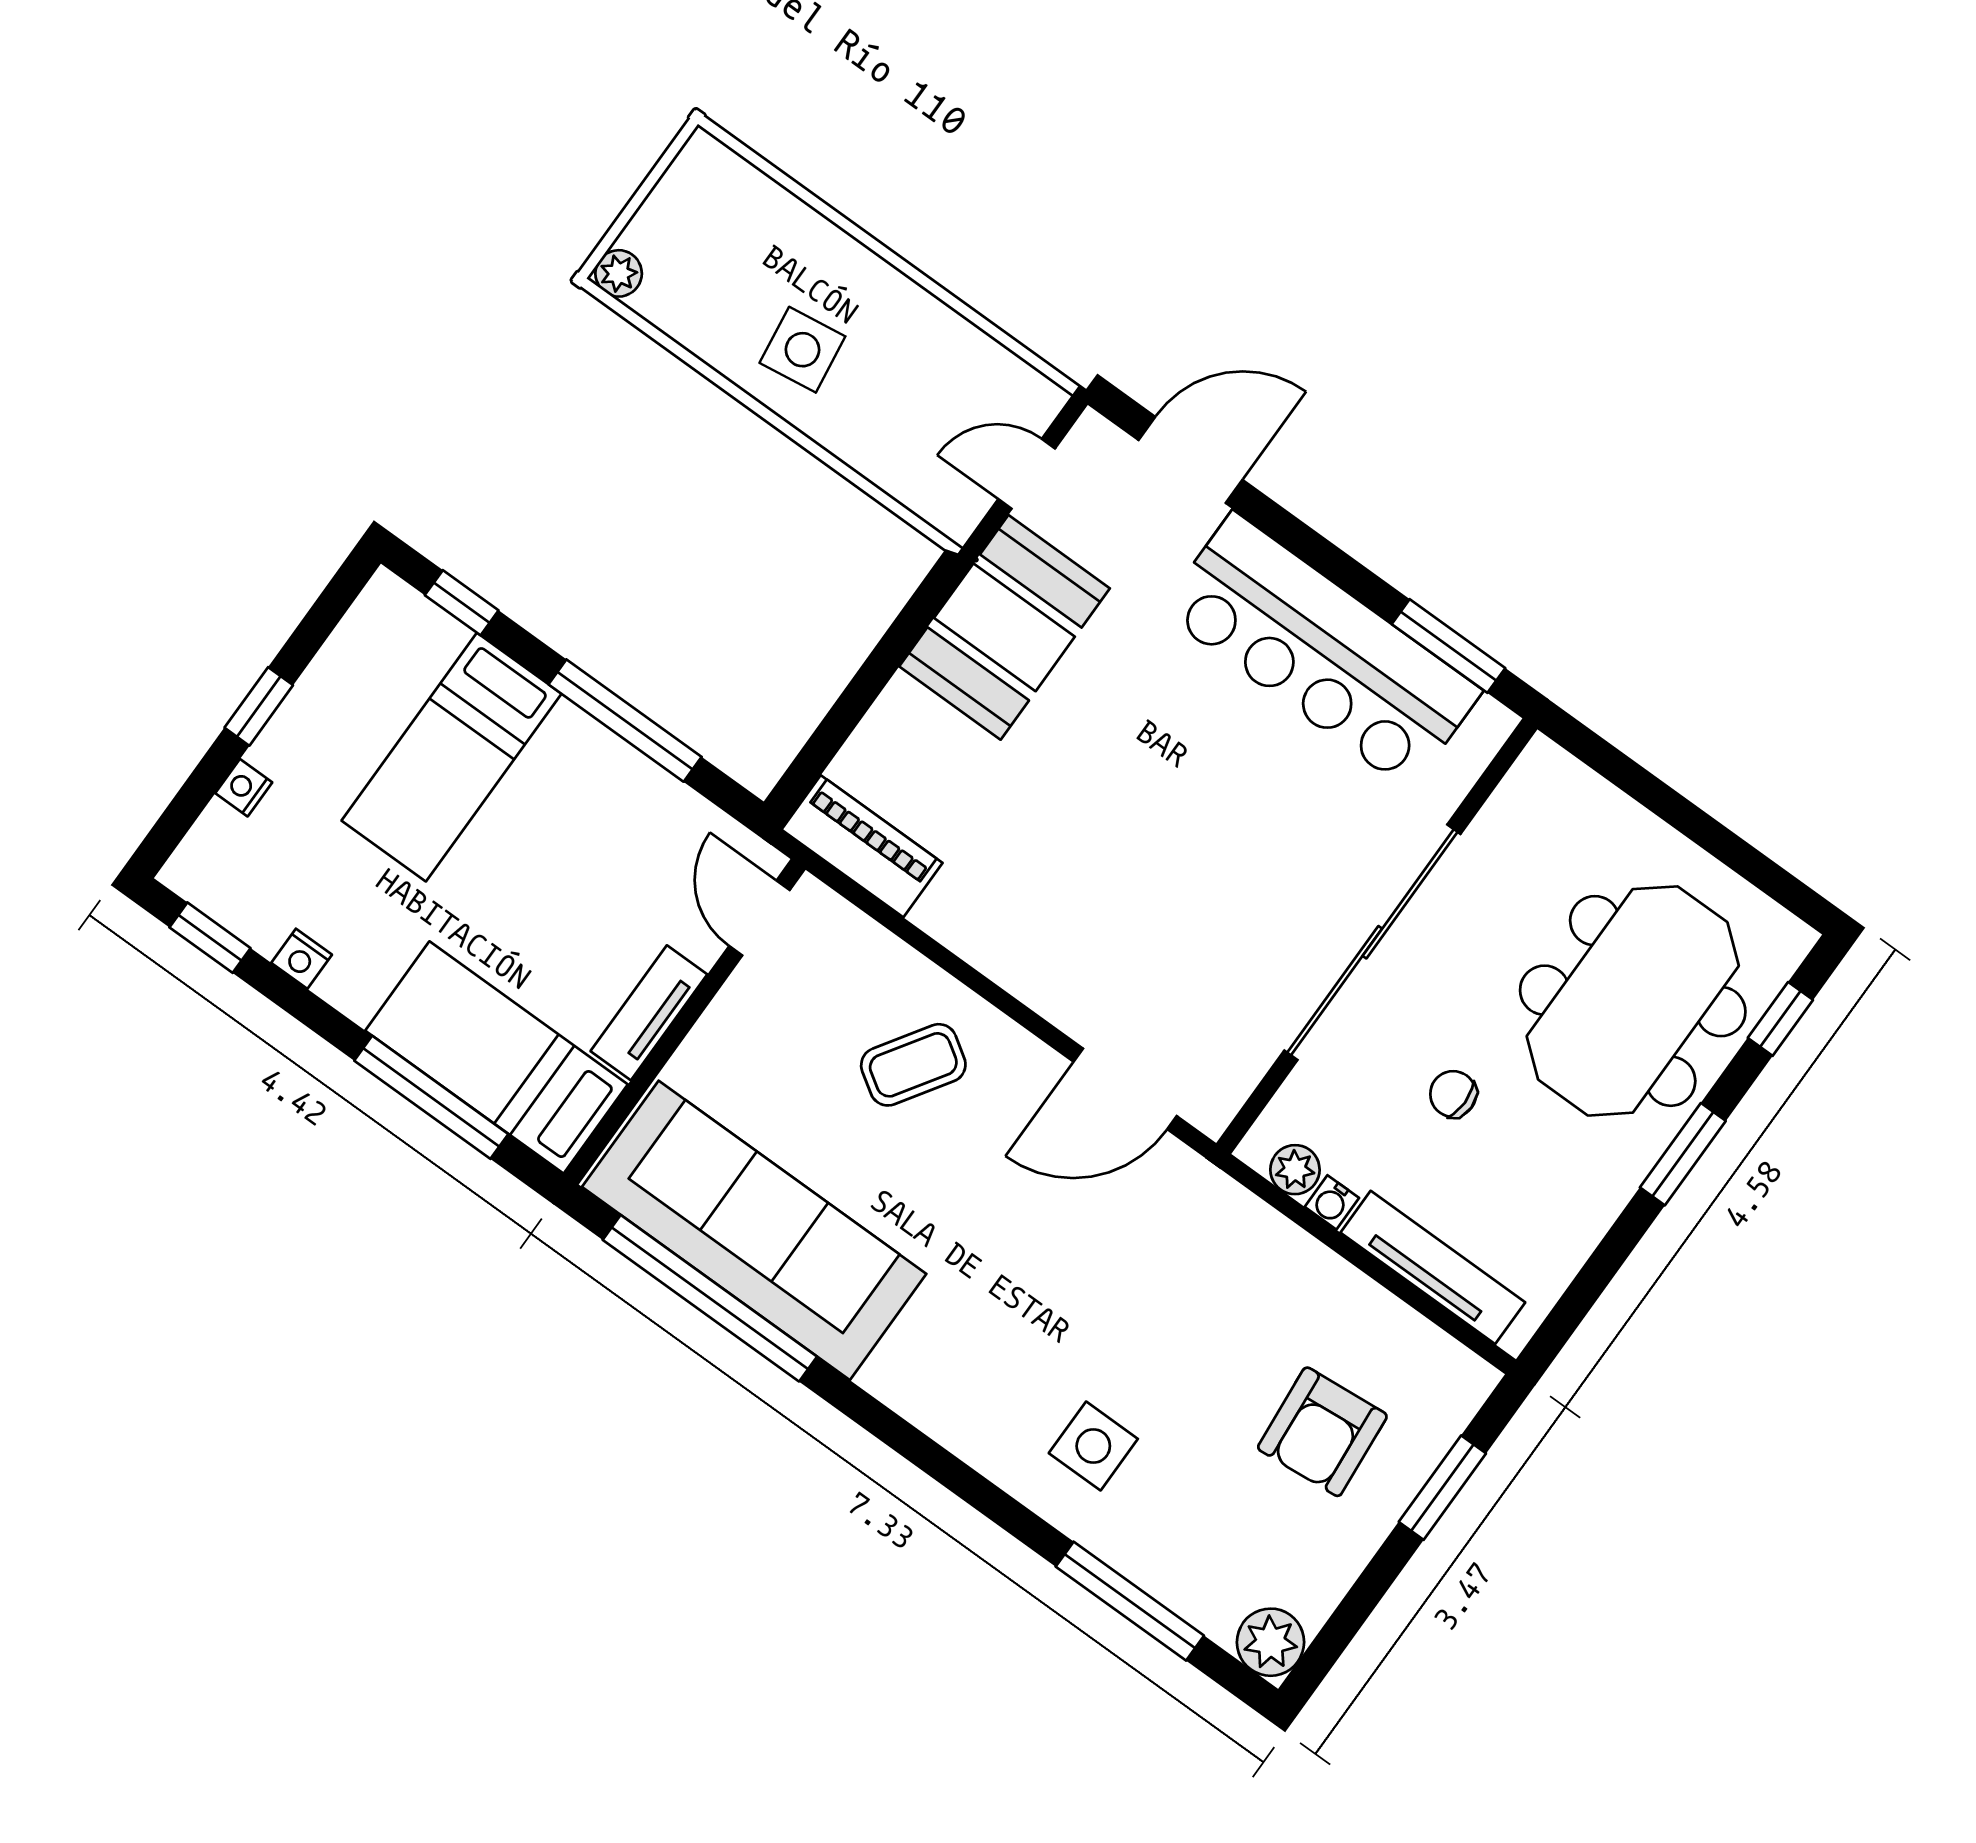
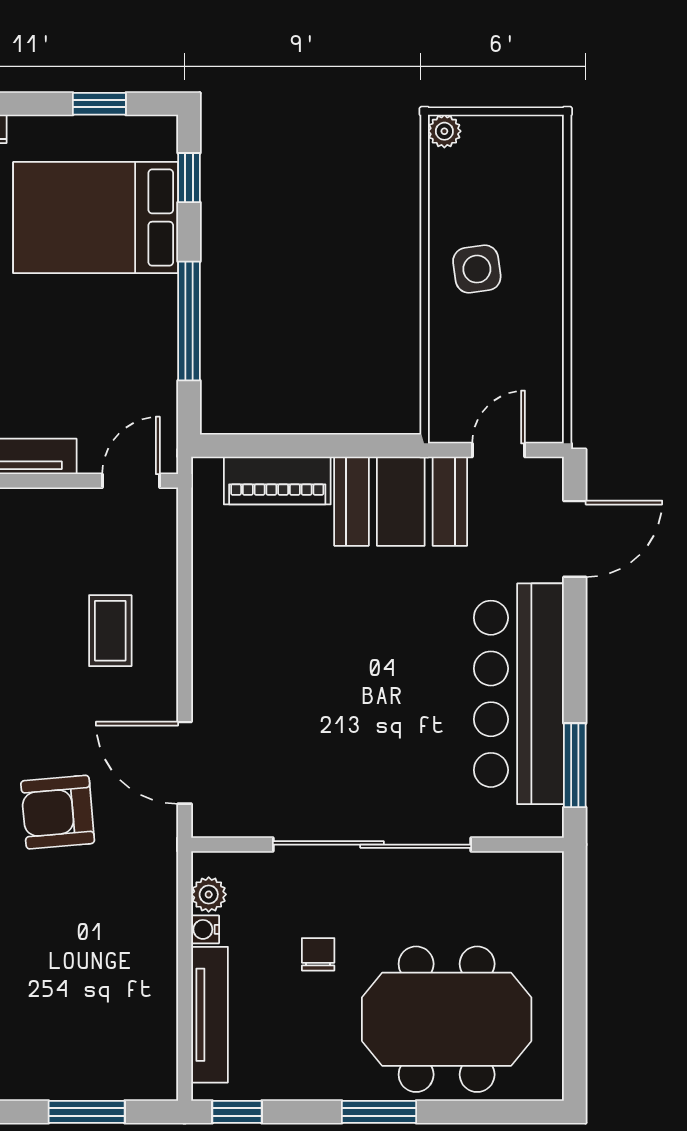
door: (1191, 460) -> (575, 539), hinge flipped
door: (1027, 474) -> (499, 450), hinge flipped
window: (259, 706) -> (99, 104), moved
bed: (451, 757) -> (96, 218), width x1.50
piano: (862, 846) -> (277, 481), moved, turned 90
window: (1780, 1019) -> (237, 1112), moved
coffee table: (913, 1065) -> (110, 631), turned 57
armchair: (1322, 1432) -> (58, 812), moved

